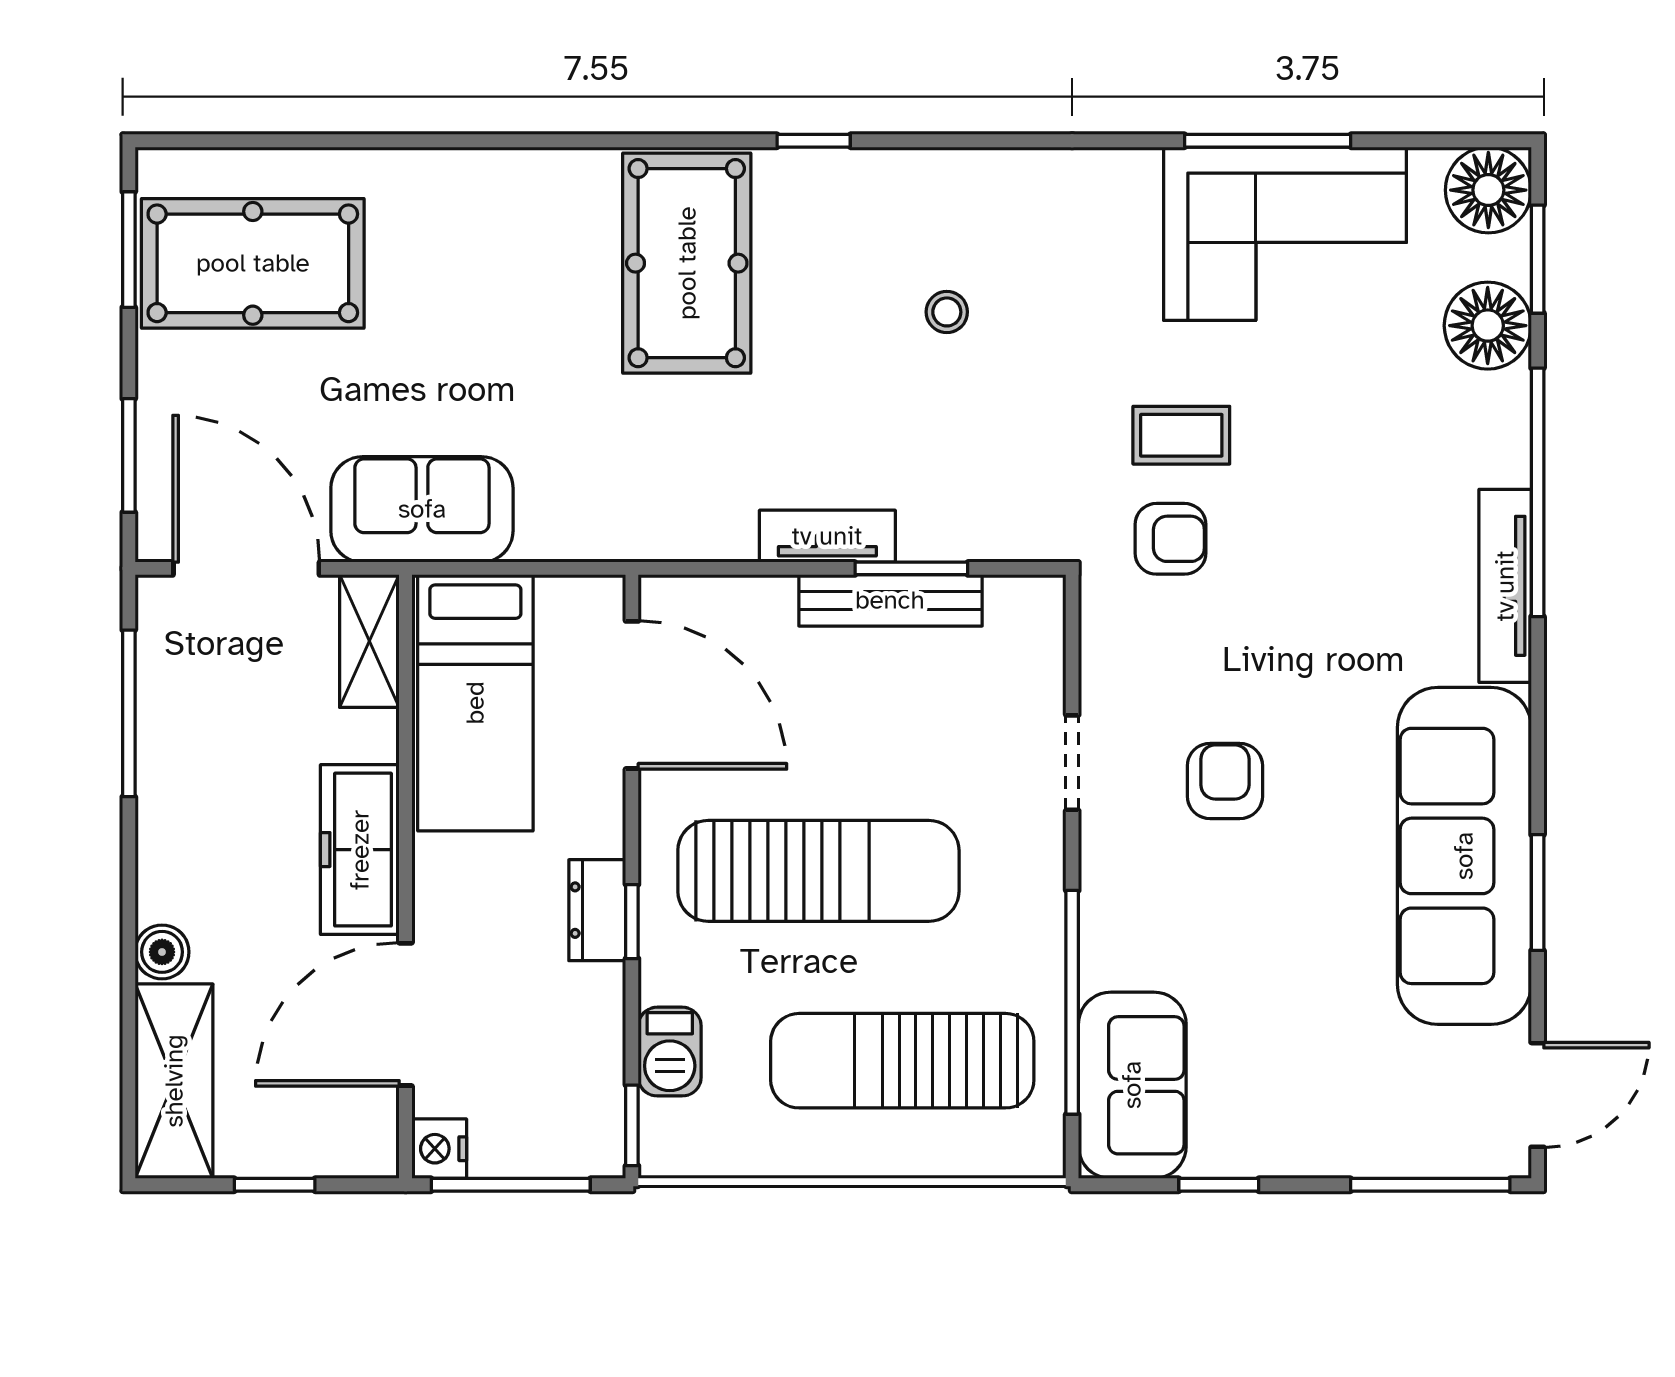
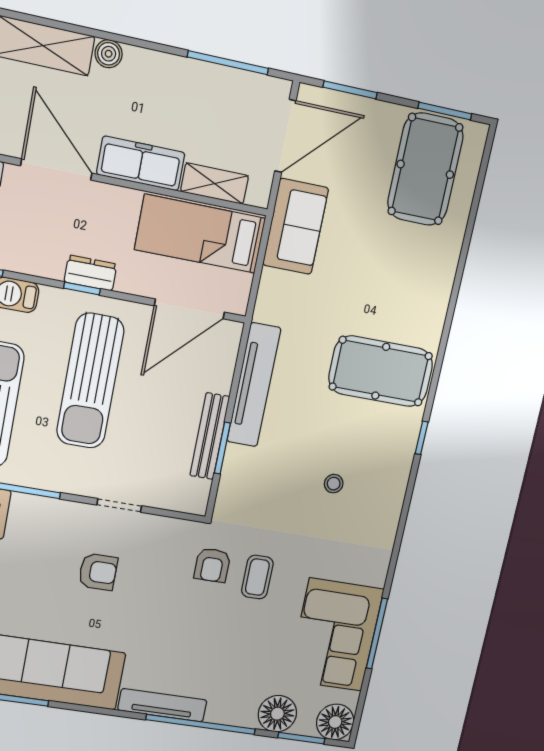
tv unit: (827, 536) -> (254, 385), width x1.92, depth x1.29
shelving: (369, 641) -> (215, 184), moved

